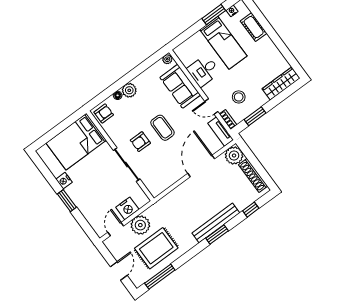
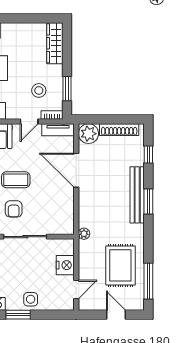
side table: (85, 202) -> (31, 299), added
plant: (140, 225) -> (84, 234), moved, width x0.53, depth x0.53
door: (116, 229) -> (76, 289), swing flipped

